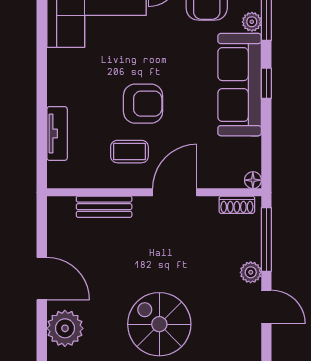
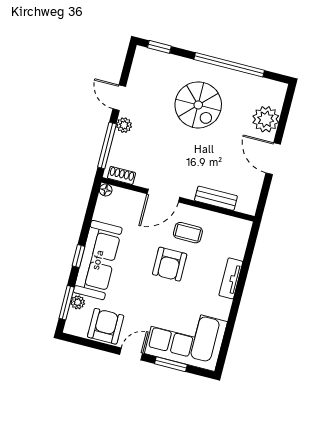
armchair: (143, 104) -> (170, 264), turned -90
tv unit: (57, 134) -> (231, 278), moved

